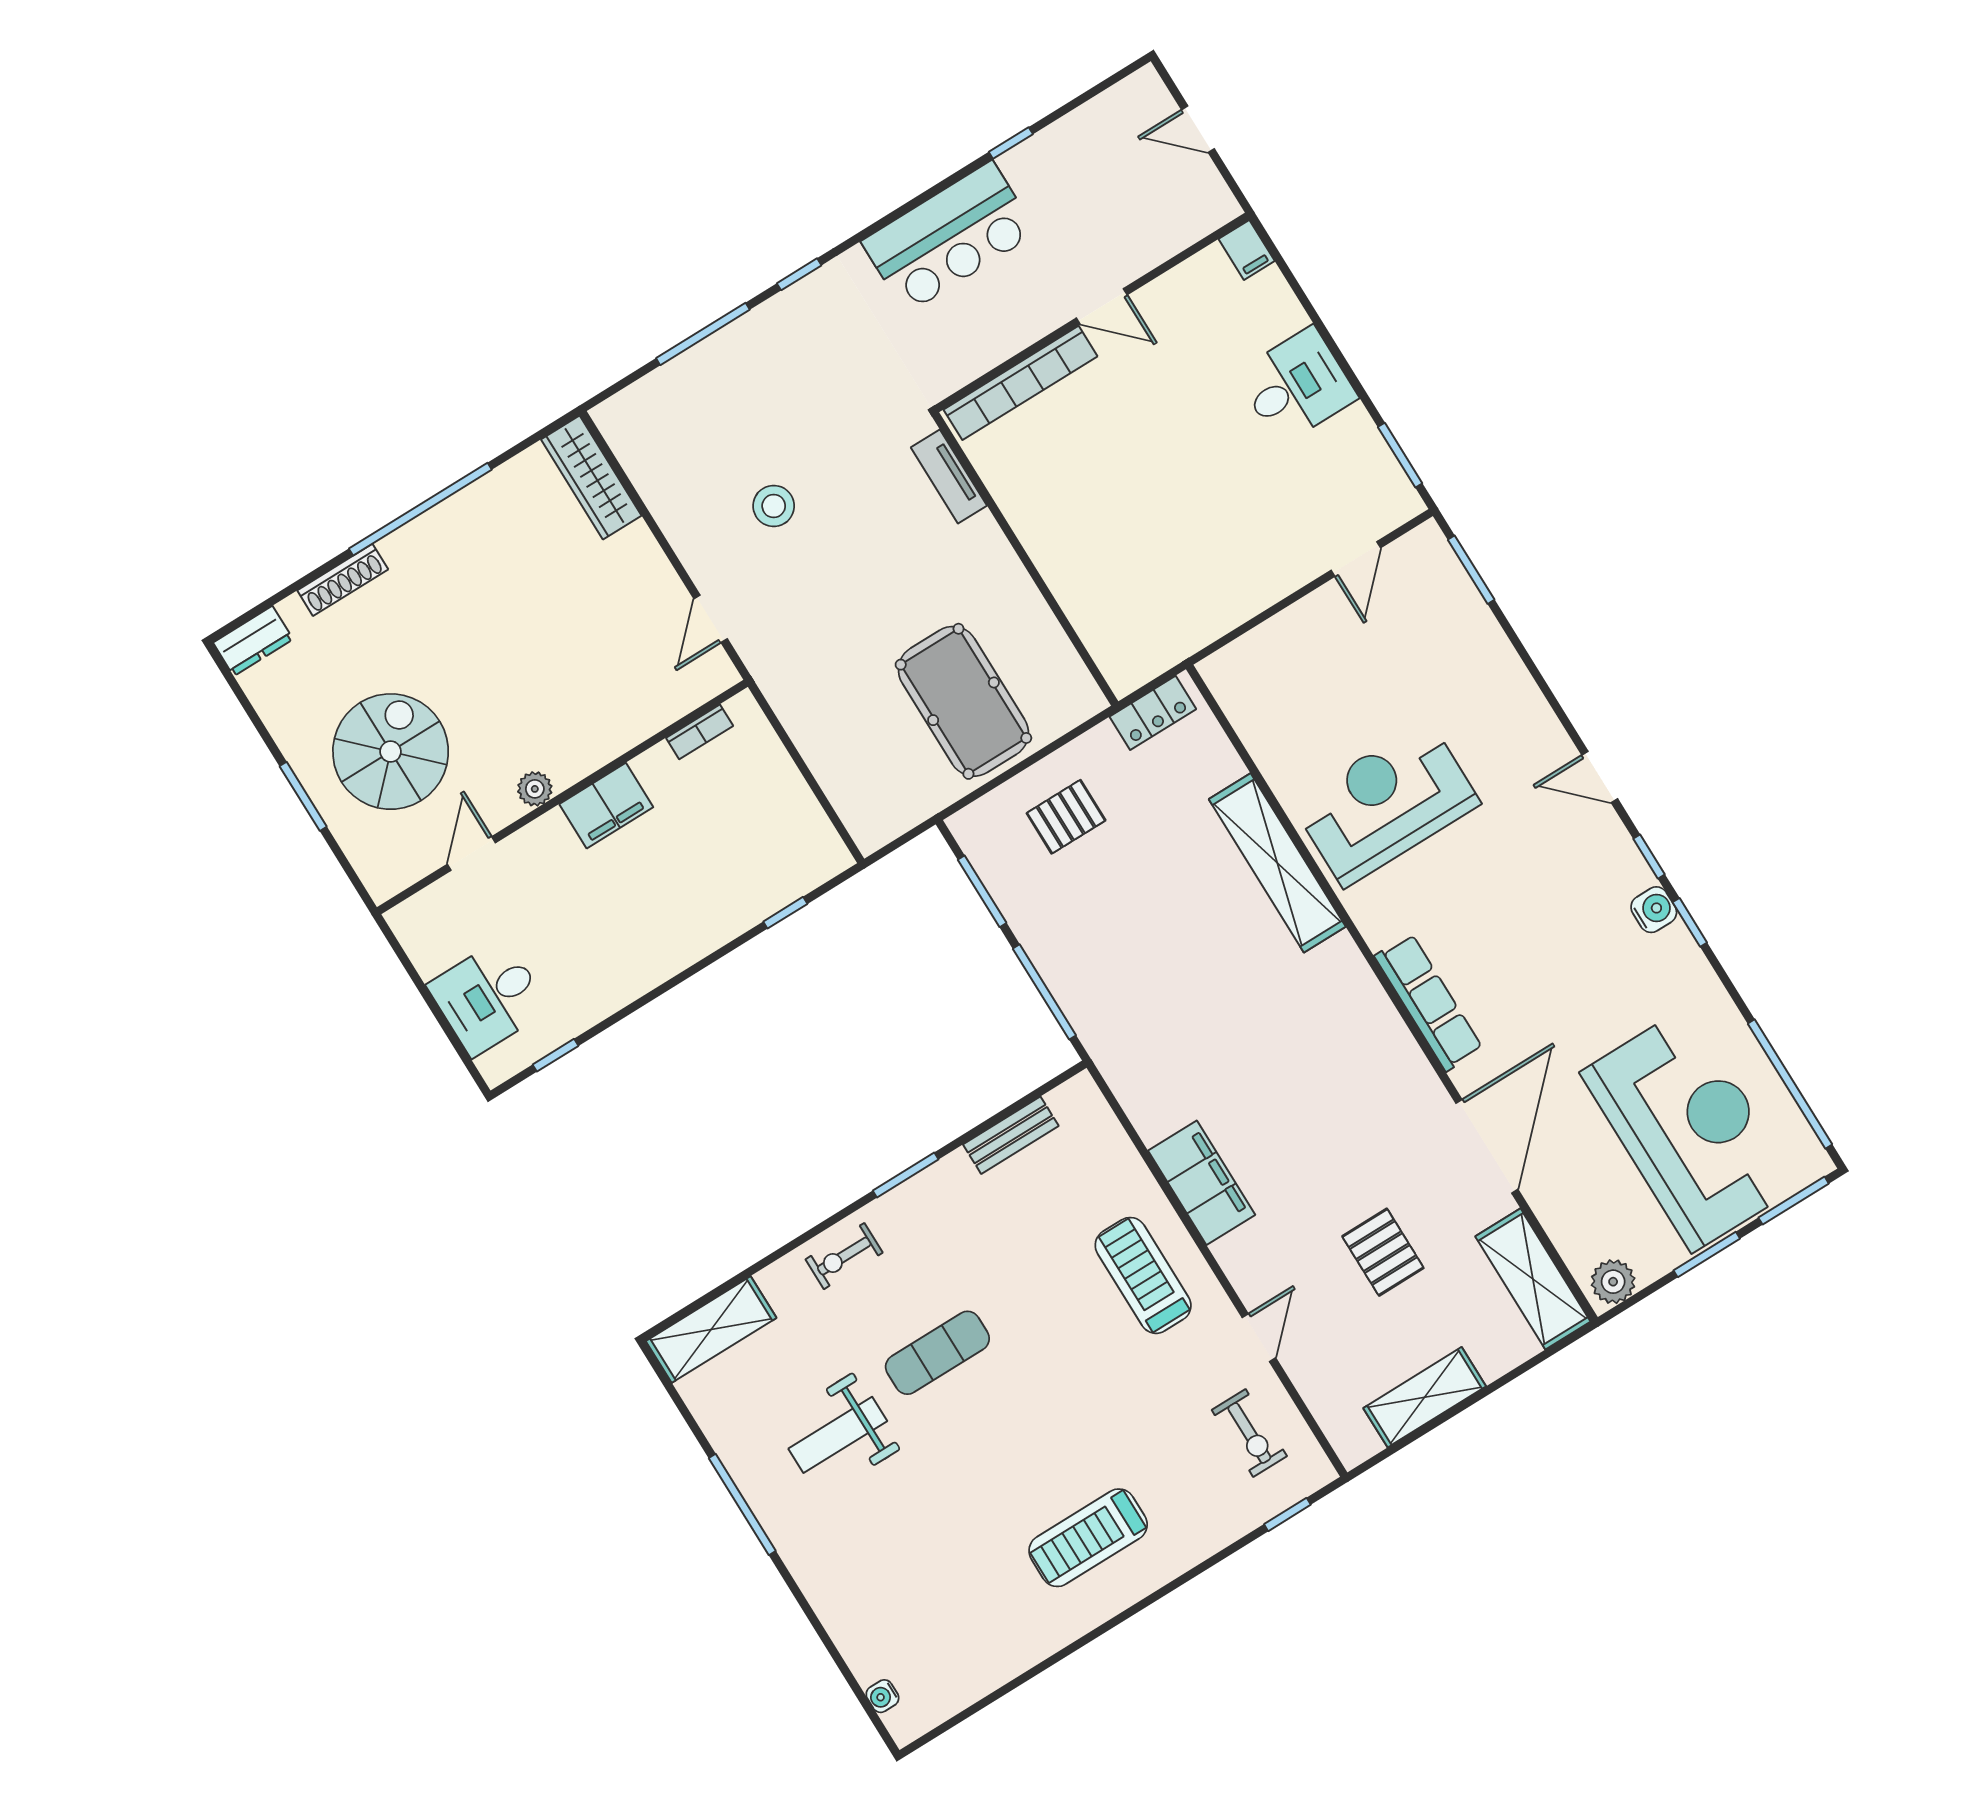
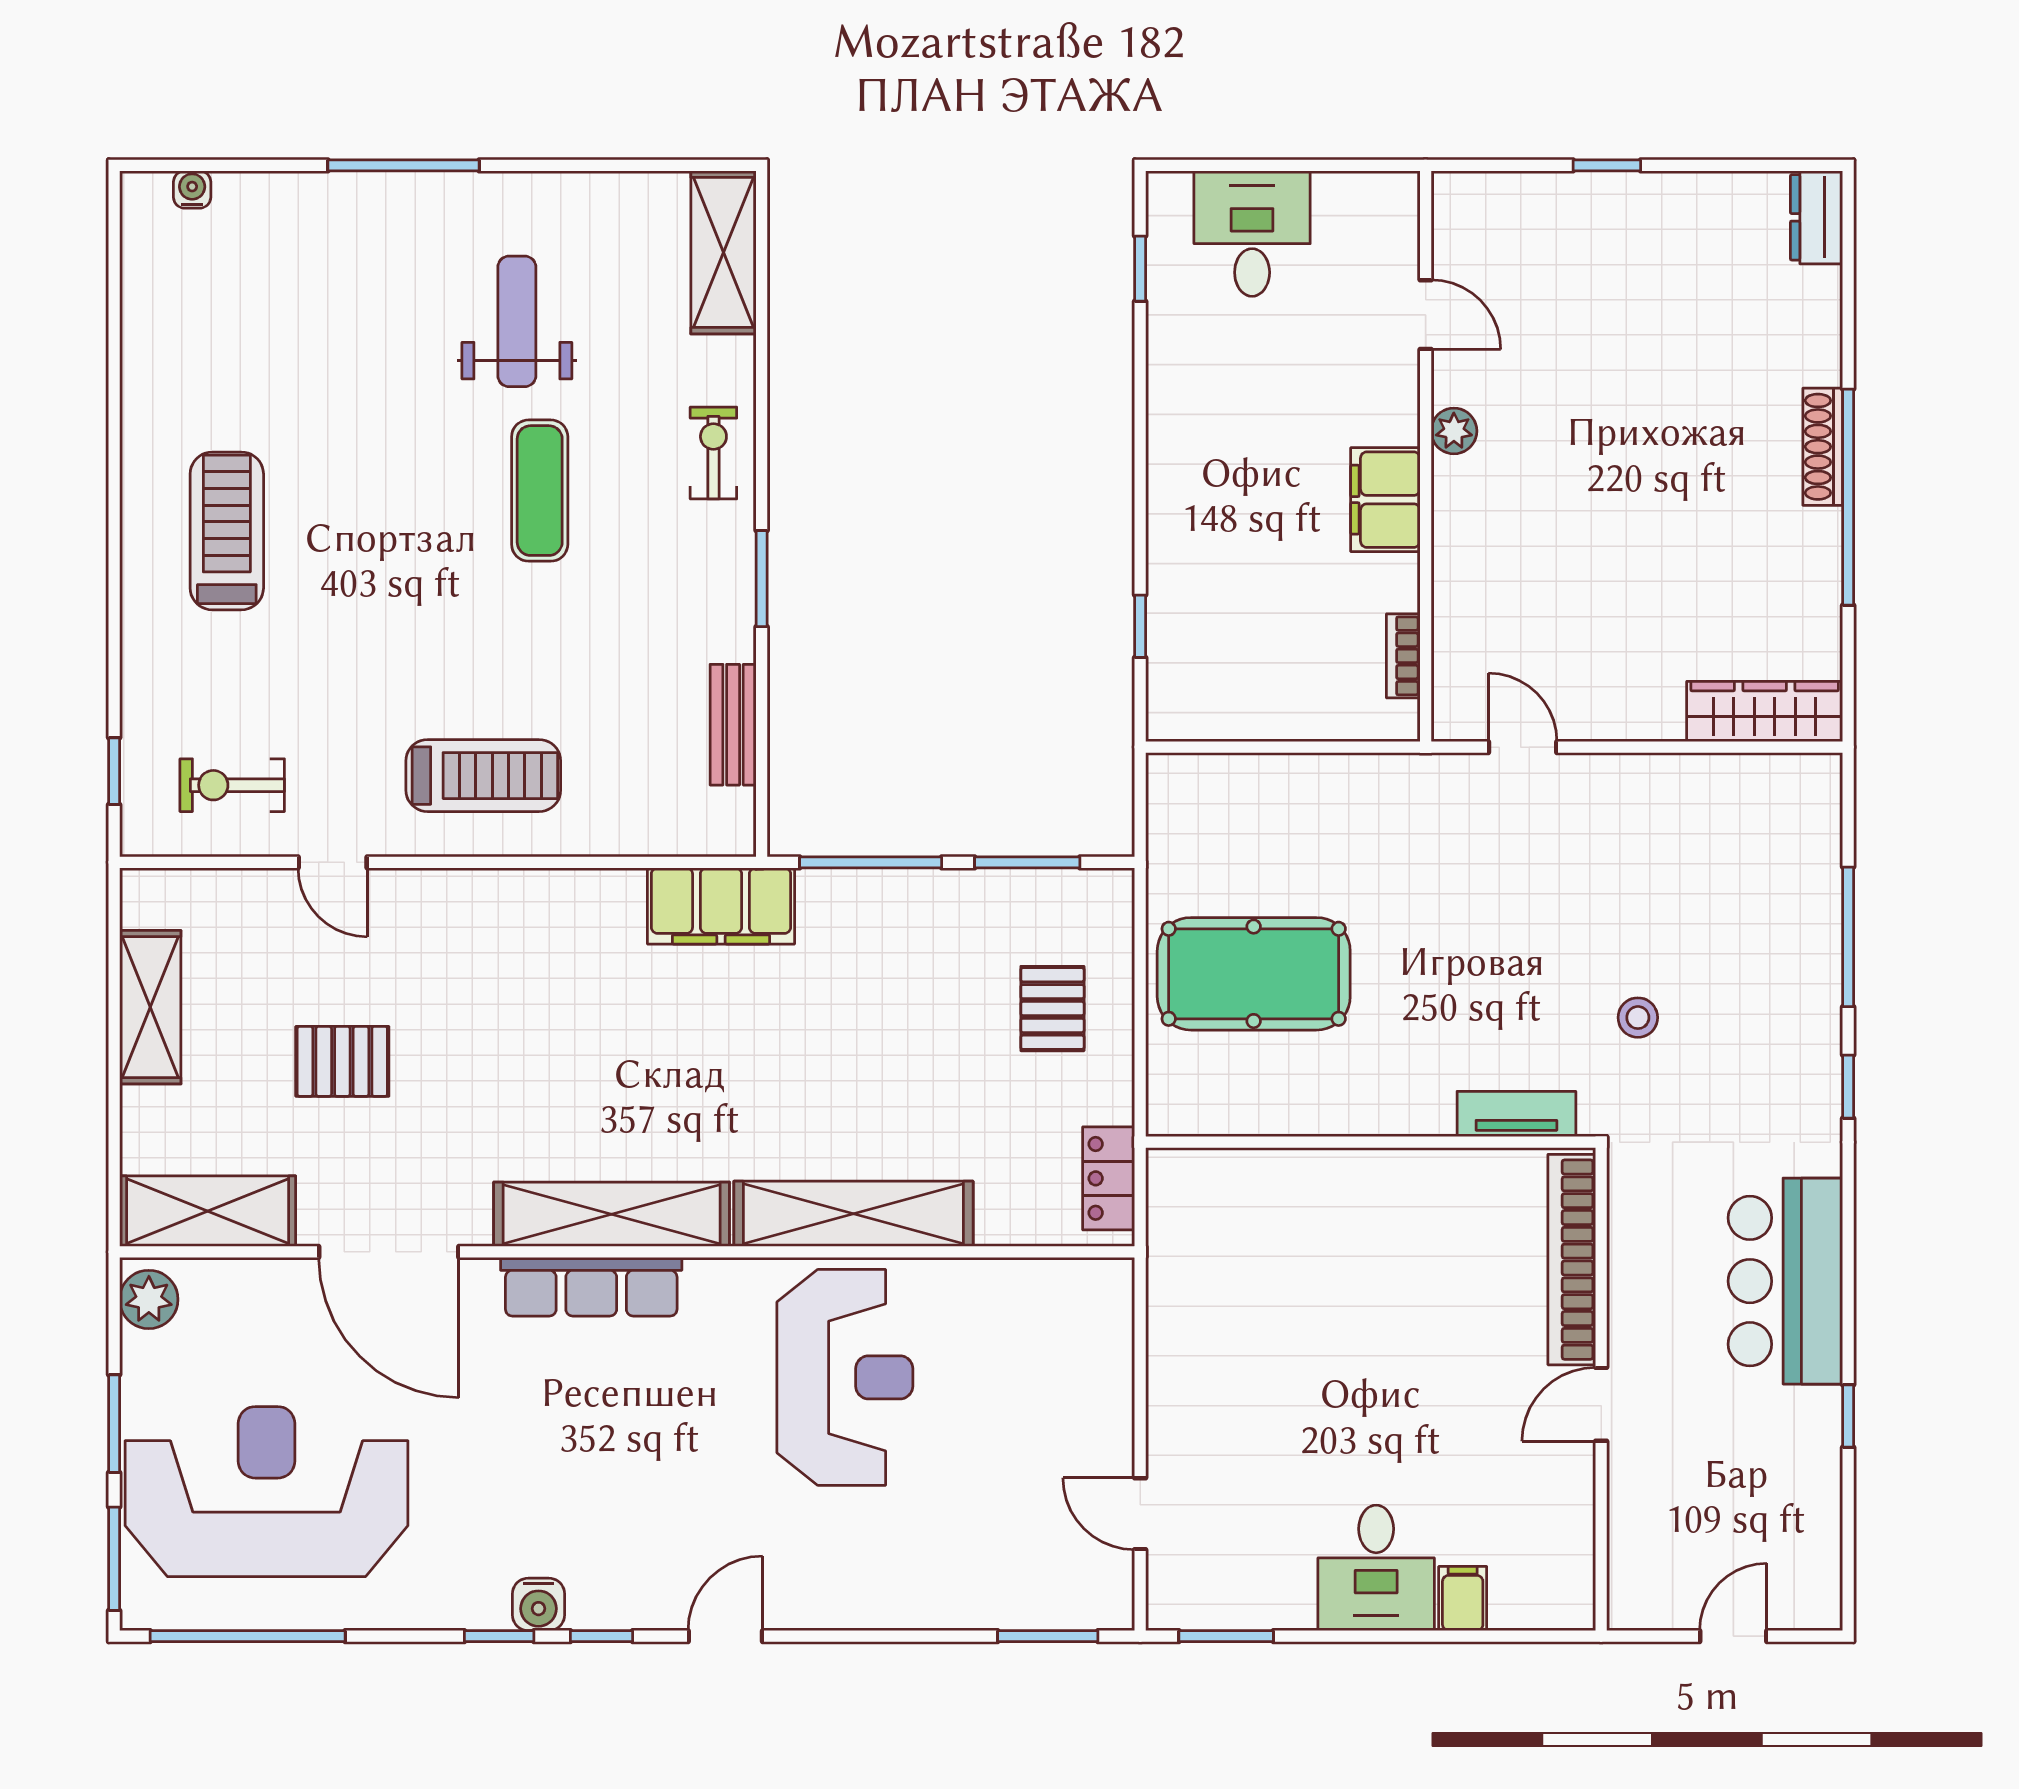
filing cabinet: (1247, 250) -> (1463, 1598), moved, turned 90
stool: (774, 506) -> (1638, 1018), moved, width x0.73, depth x0.73
shoe rack: (343, 580) -> (1823, 447), moved
spiral stairs: (391, 752) -> (1596, 295), removed
window: (303, 796) -> (1607, 165), width x0.67
shelving: (1374, 1018) -> (612, 1214), added
reception desk: (1690, 1129) -> (266, 1492), turned 180
filing cabinet: (1202, 1183) -> (721, 906), moved
window: (742, 1505) -> (404, 165), moved

